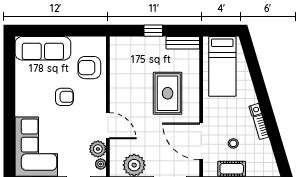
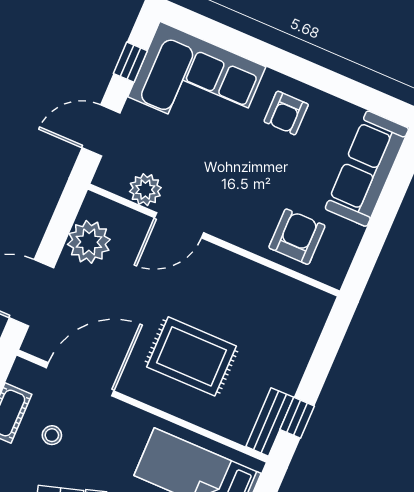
window: (153, 31) -> (297, 418), moved
armchair: (64, 97) -> (286, 113), moved
plant: (101, 164) -> (116, 183), removed

